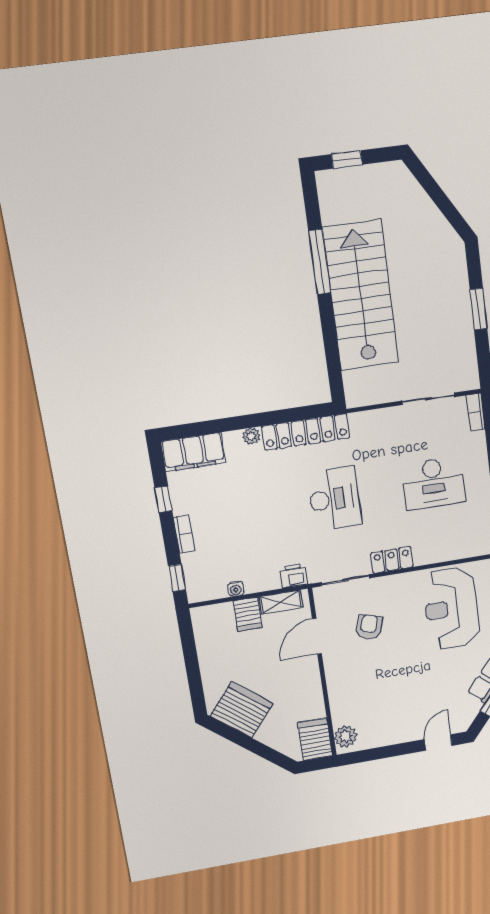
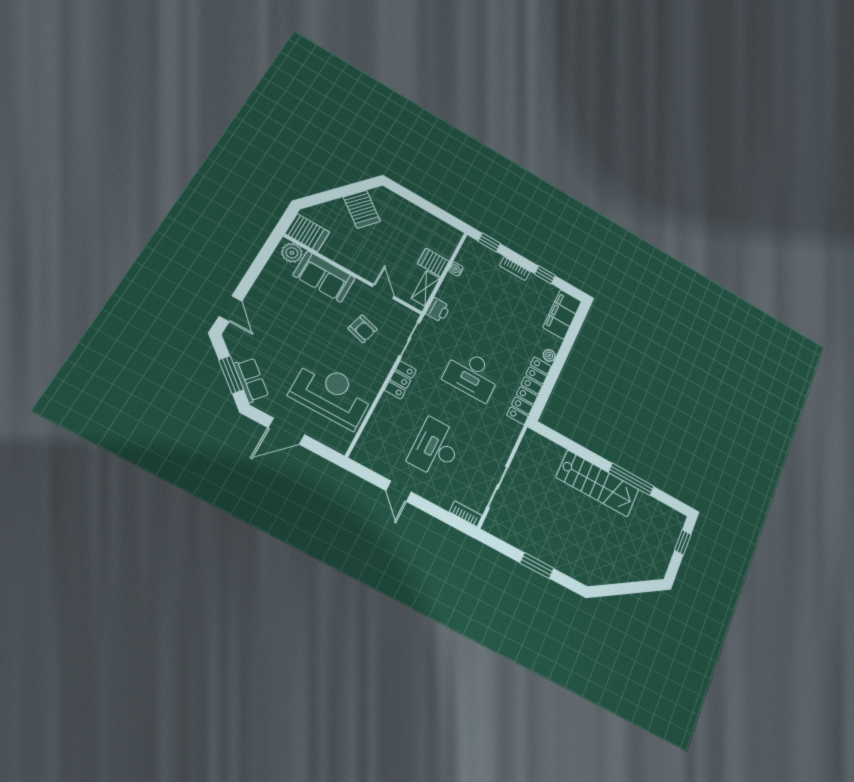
stairs: (361, 296) -> (598, 483), width x0.73, depth x0.66
door: (317, 636) -> (383, 291), width x0.73
sofa: (346, 695) -> (324, 277), added
server rack: (242, 710) -> (362, 209), width x0.63

